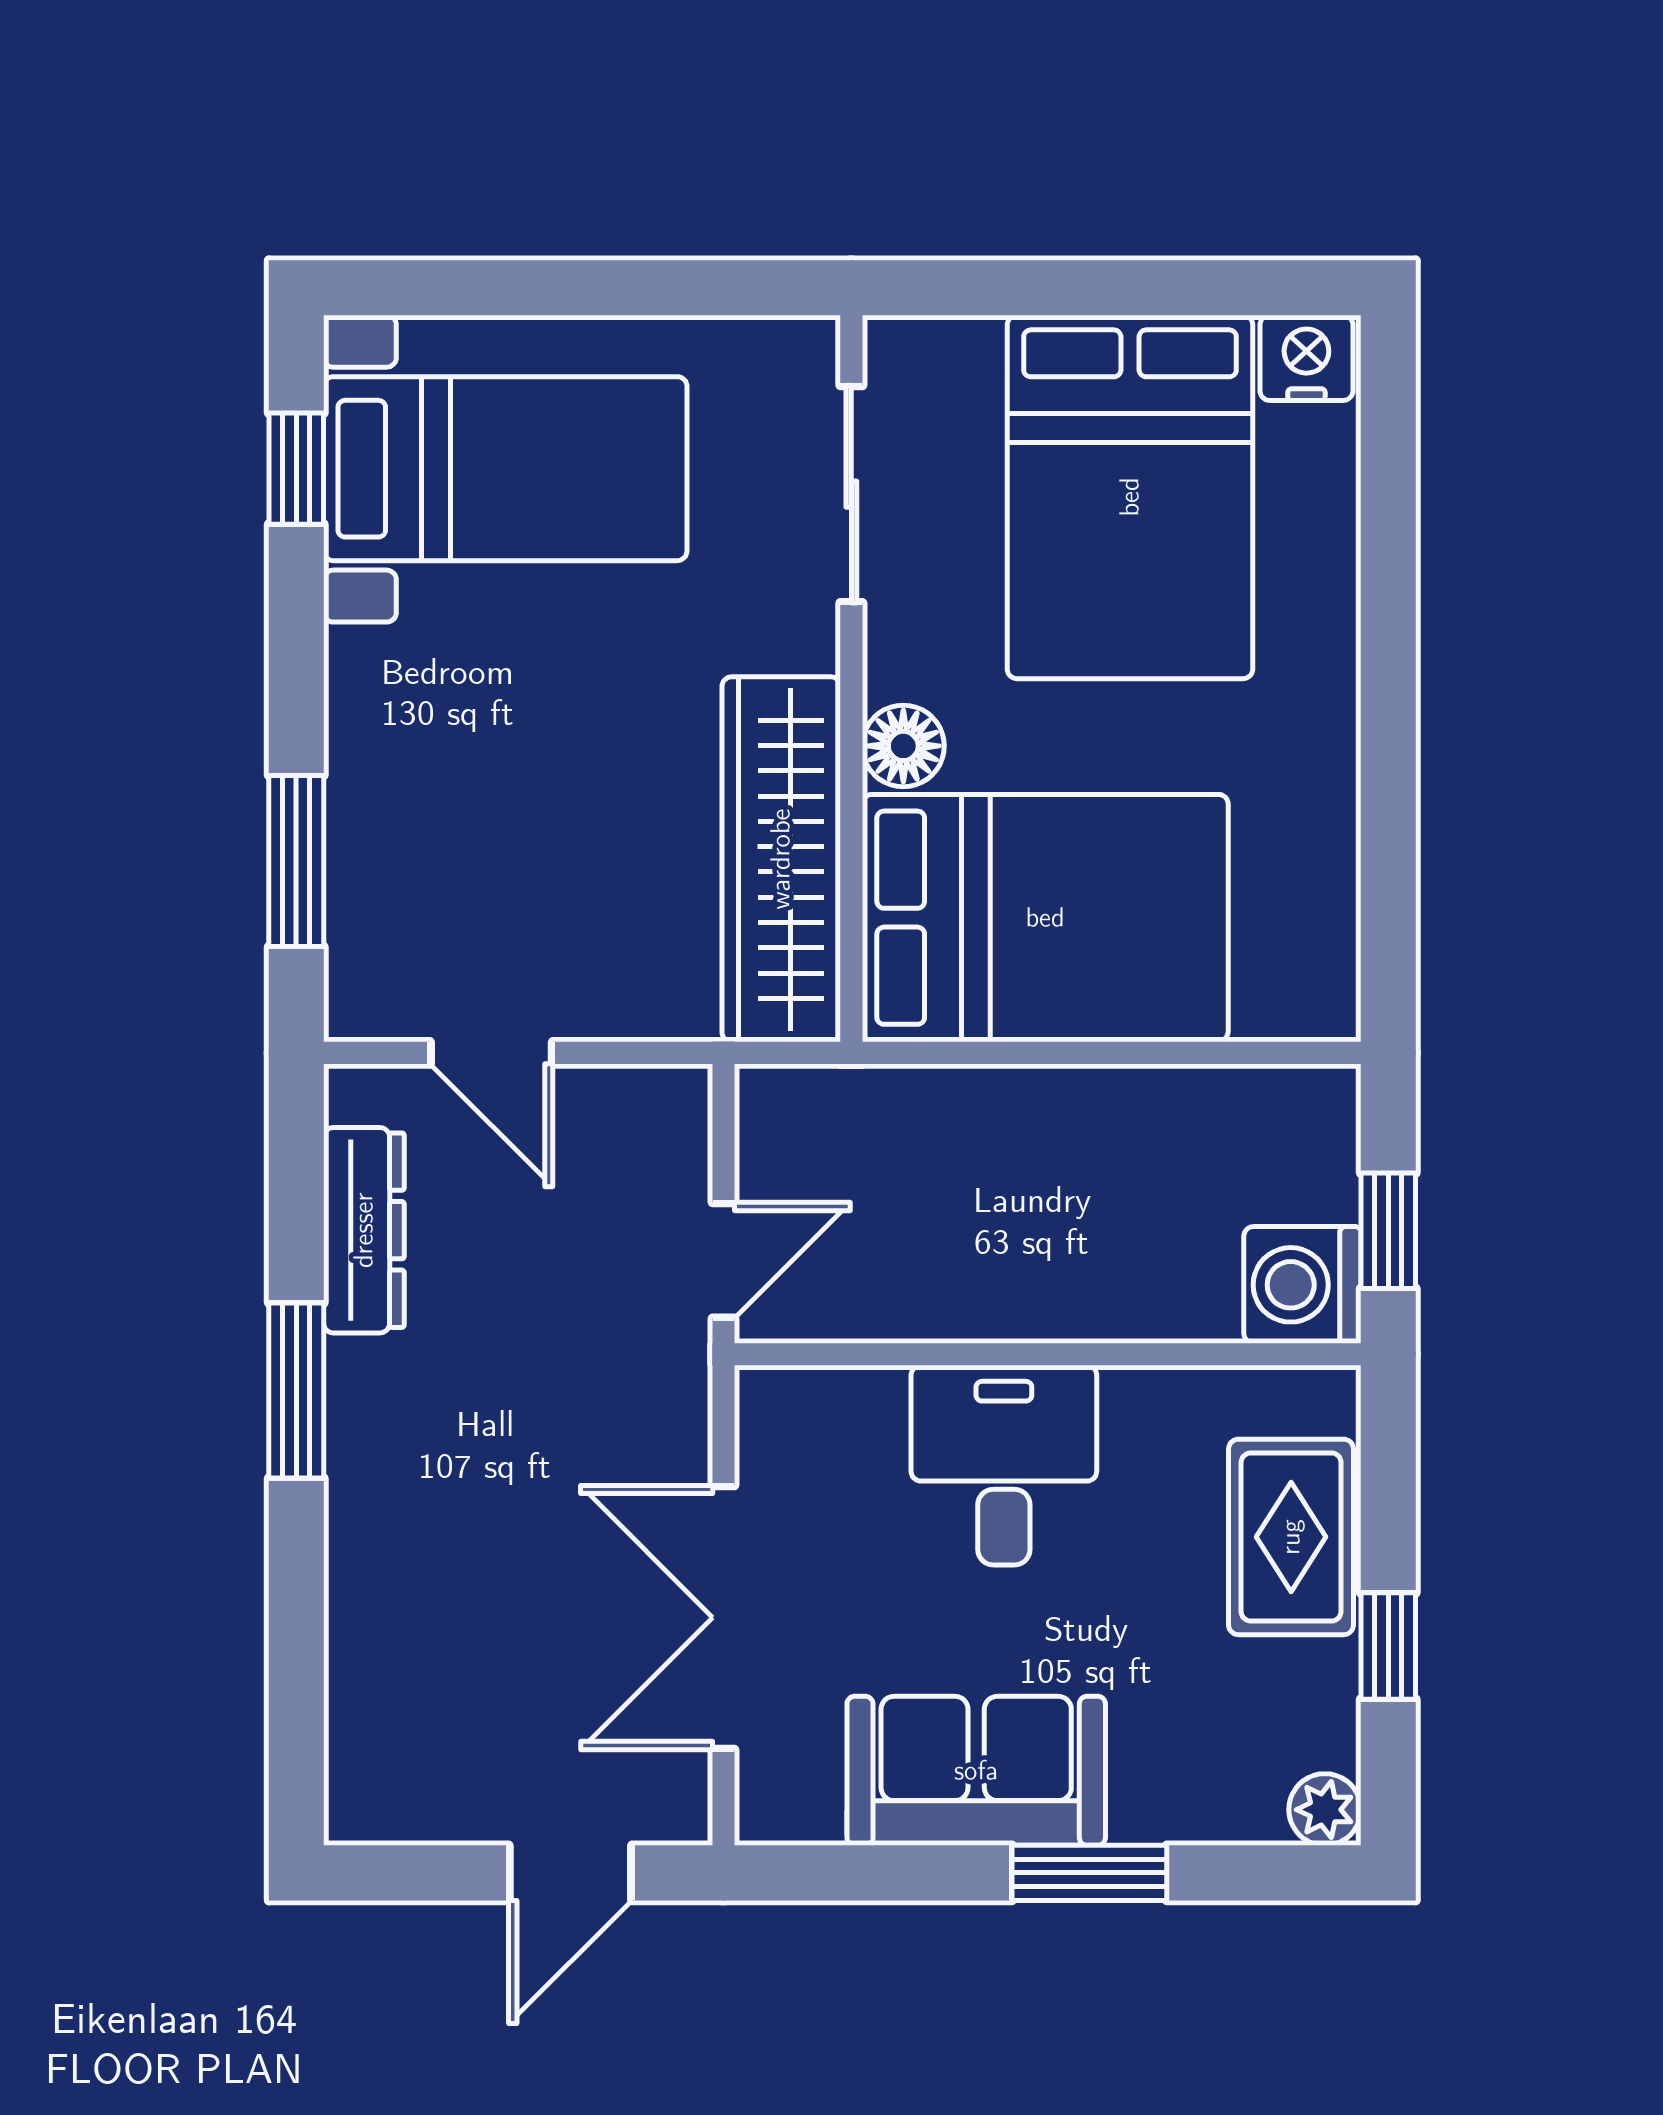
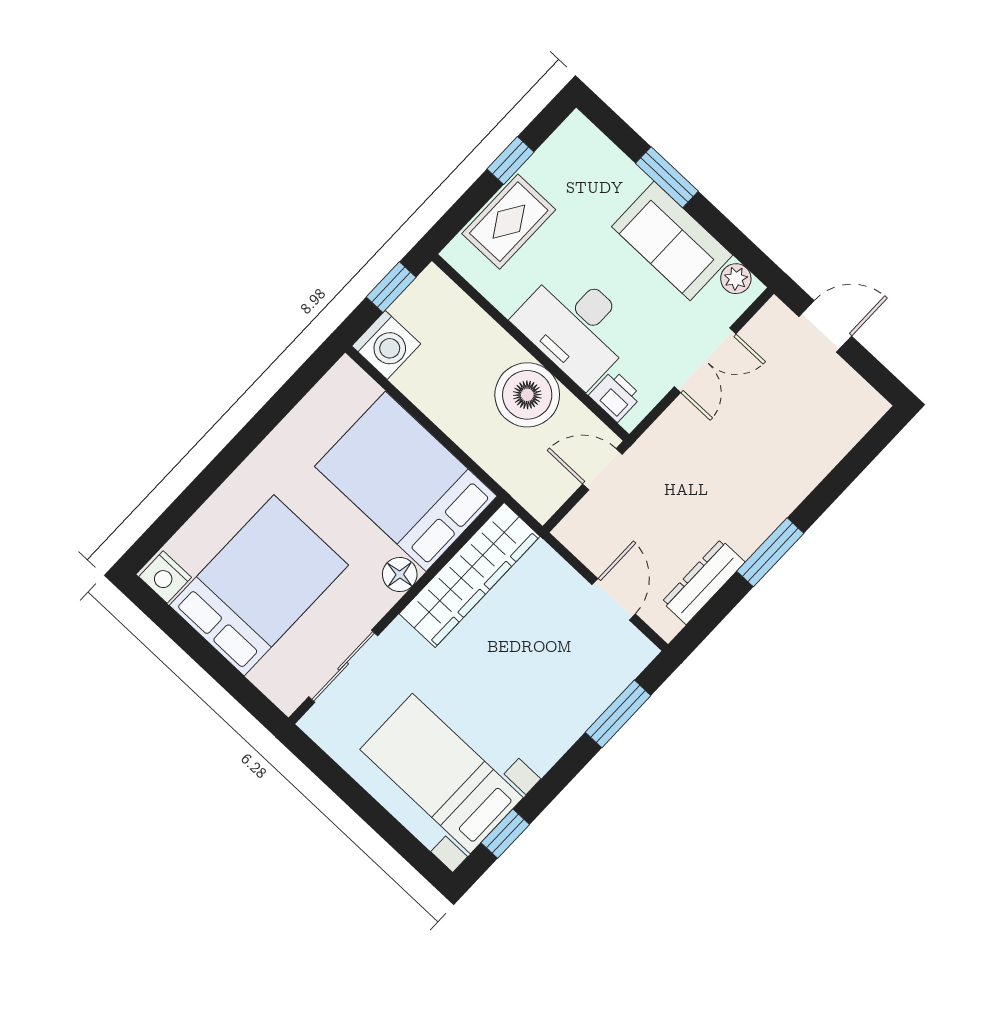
boiler: (976, 1266) -> (527, 395), added
washing machine: (1302, 1285) -> (386, 345), moved
printer: (821, 1409) -> (615, 396), added
desk: (1004, 1465) -> (576, 326), width x1.37
double door: (724, 1618) -> (705, 360), width x0.73
plant: (1325, 1810) -> (736, 279), moved

